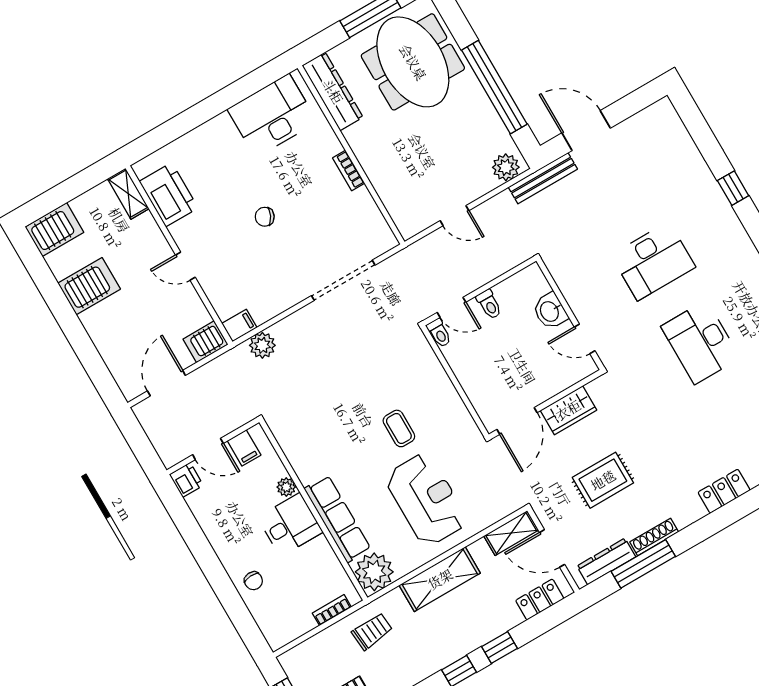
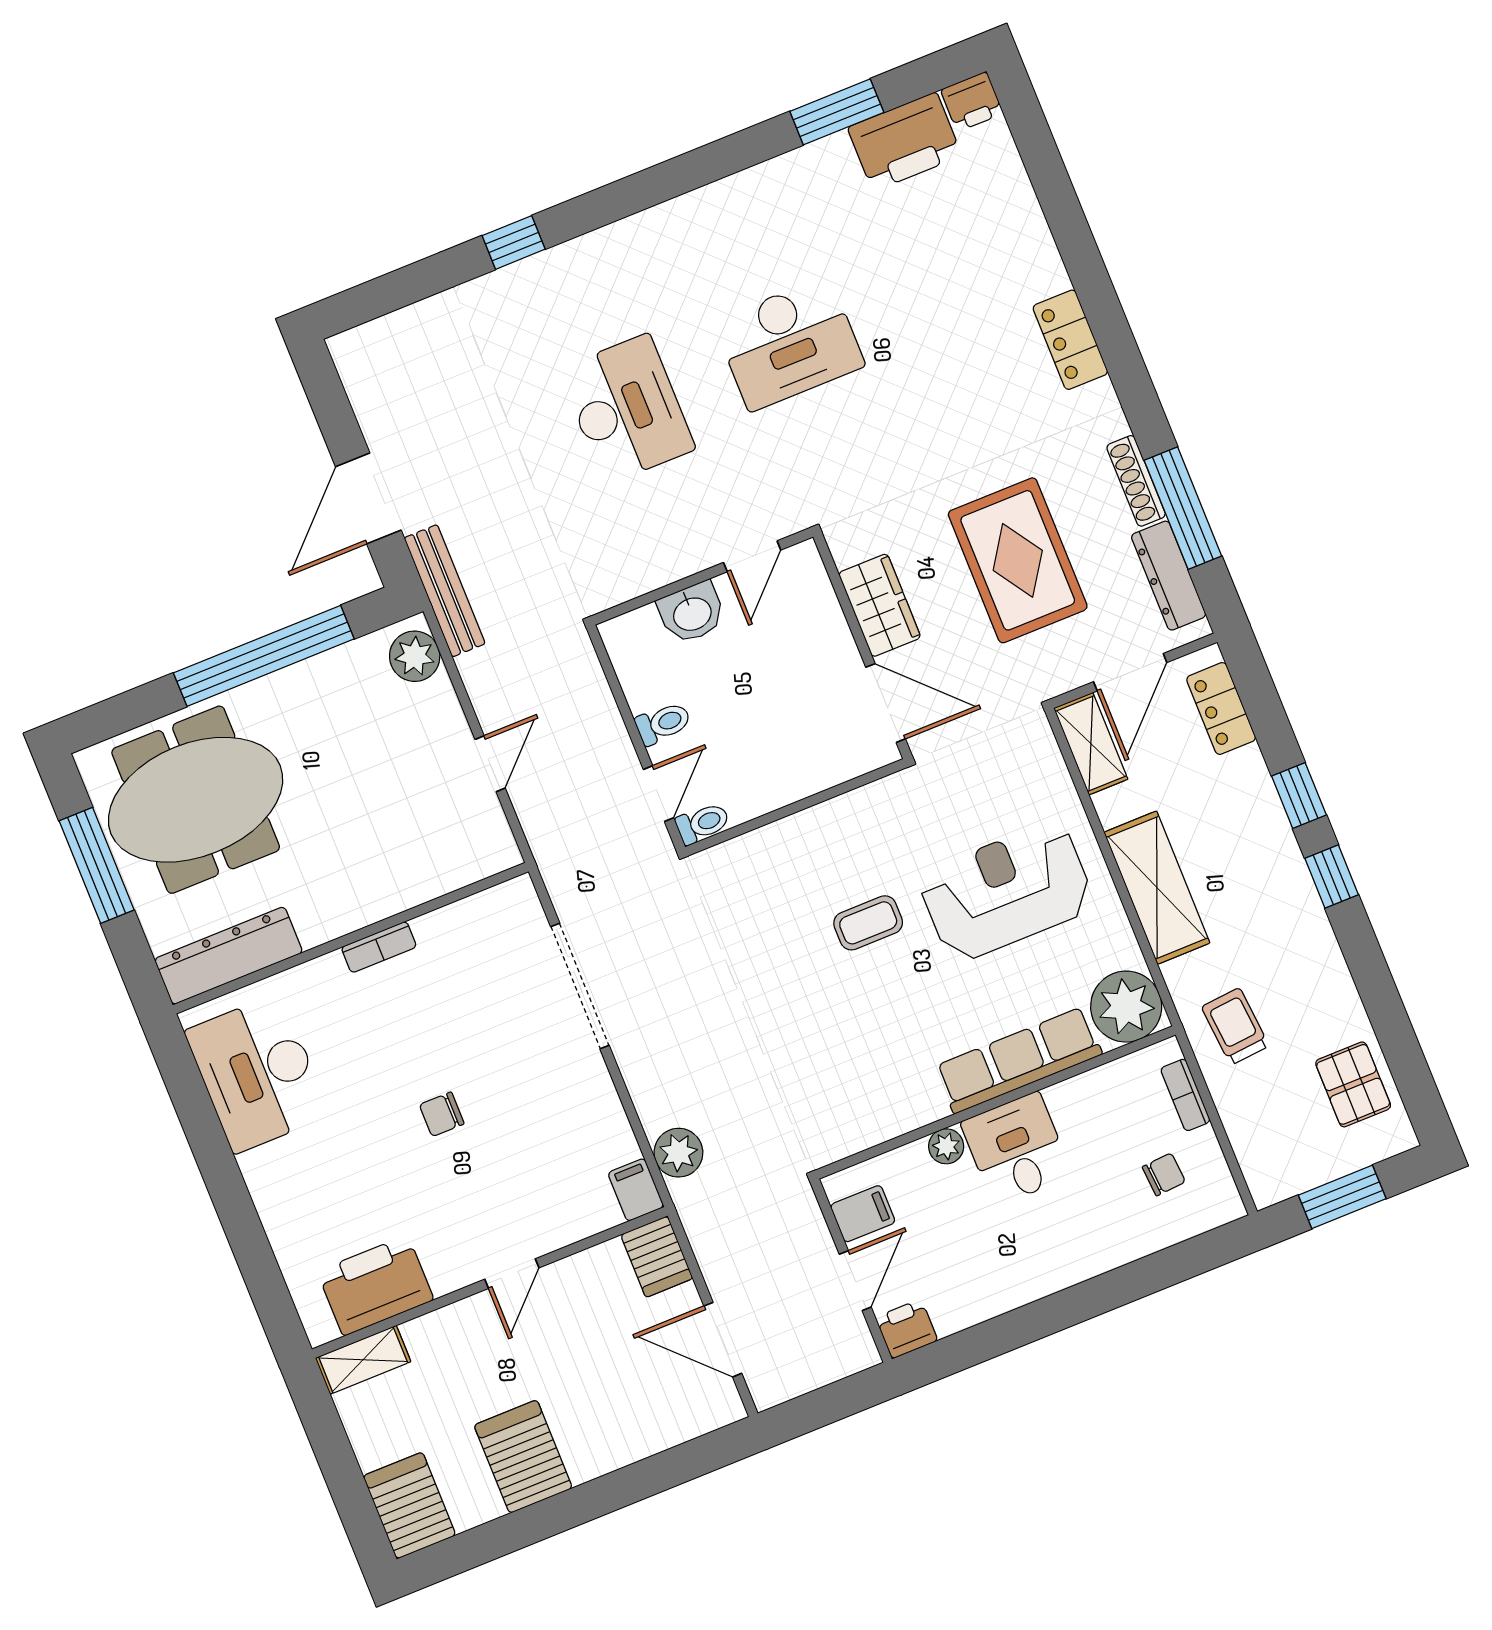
chair: (265, 217) -> (442, 1114), turned 64
rug: (603, 480) -> (1018, 560), width x1.36, depth x1.43
chair: (253, 581) -> (1164, 1174), moved

